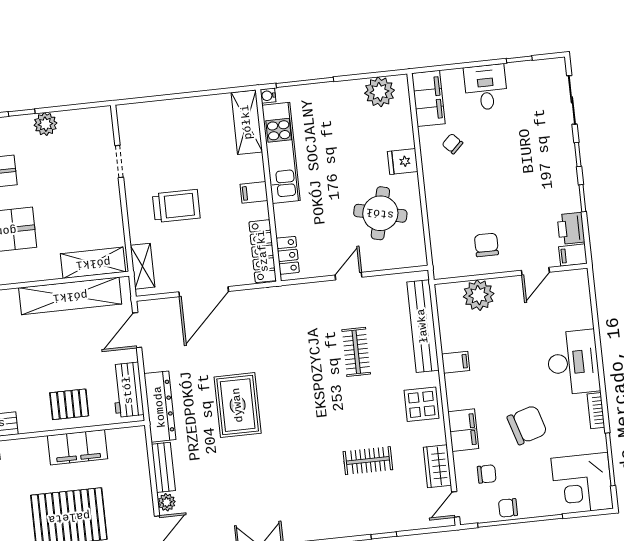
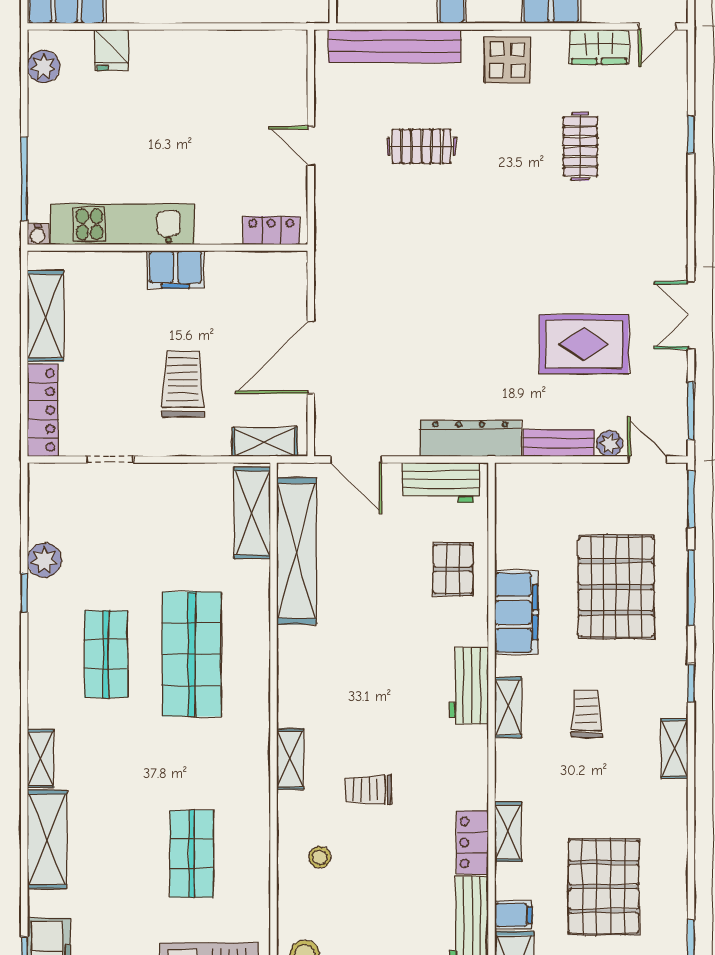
plant: (380, 92) -> (44, 67), width x0.73, depth x0.73
shelving: (247, 122) -> (46, 316), moved, turned 90
fridge: (403, 162) -> (112, 50), moved
filing cabinet: (254, 192) -> (175, 270), width x2.00
round table: (380, 213) -> (225, 90), removed
locker: (263, 251) -> (43, 410), moved, turned -90
door: (204, 292) -> (311, 357), swing flipped
rug: (238, 405) -> (584, 344), moved
filing cabinet: (78, 447) -> (516, 612), moved
door: (456, 504) -> (657, 26), hinge flipped

